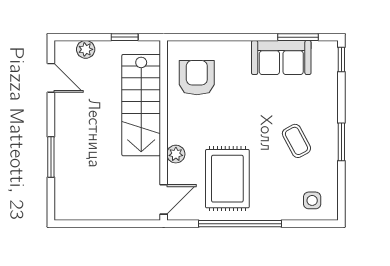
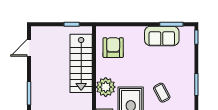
plant: (86, 49) -> (49, 31), removed
door: (51, 78) -> (29, 48), swing flipped
coffee table: (296, 141) -> (162, 93), moved
plant: (176, 154) -> (106, 87), width x1.88, depth x1.88

